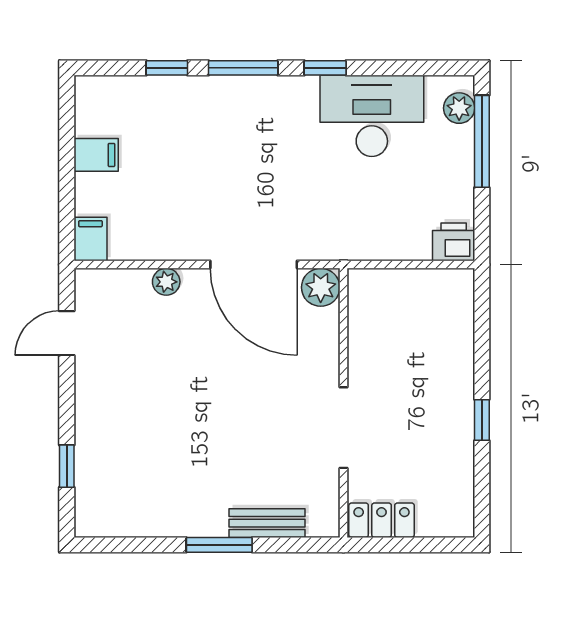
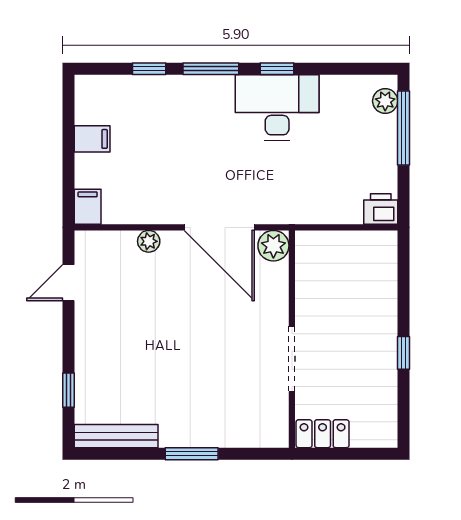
desk: (372, 116) -> (277, 107), moved
bench: (267, 523) -> (116, 436), moved, width x1.36

